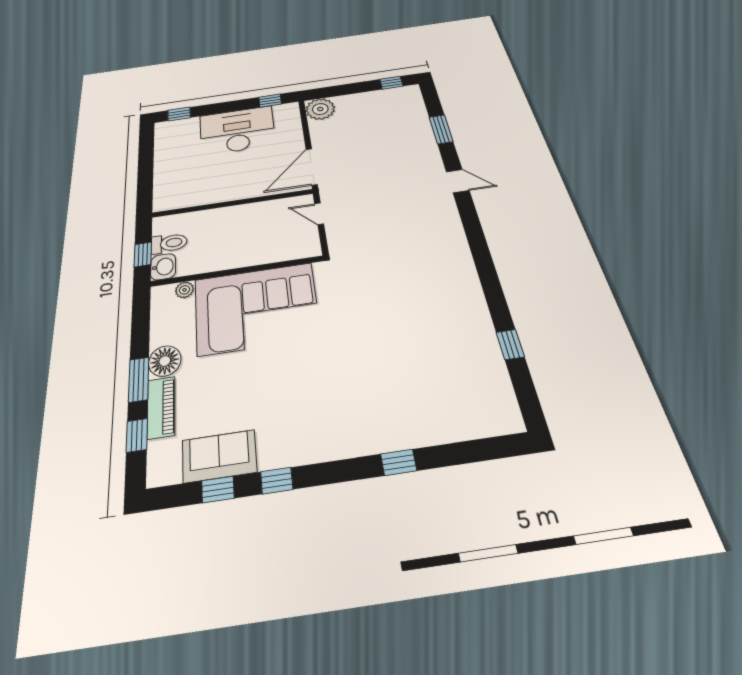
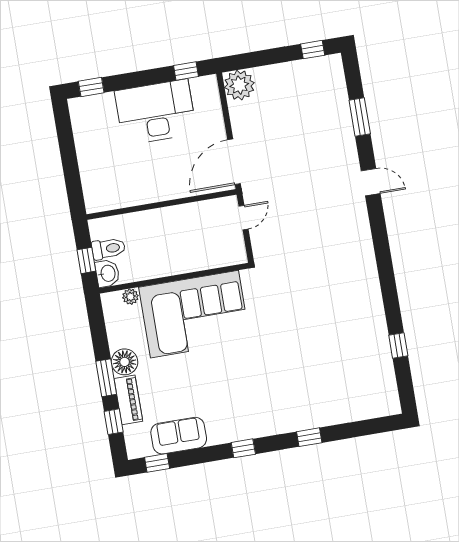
door: (319, 214) -> (243, 218), swing flipped
window: (277, 481) -> (243, 448), moved
window: (218, 489) -> (157, 463), moved

